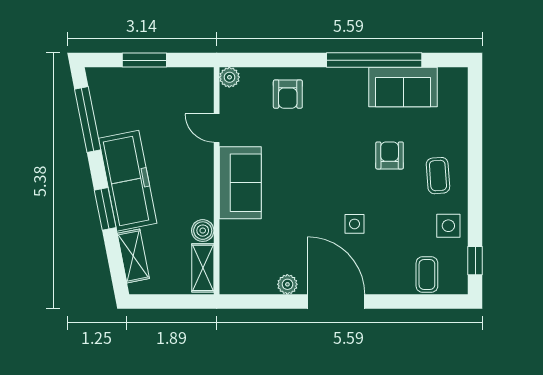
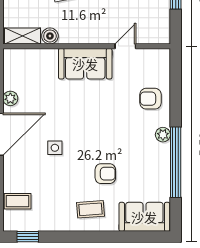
plant: (229, 77) -> (163, 135), moved
sofa: (403, 87) -> (144, 217), moved, turned 90
side table: (448, 226) -> (54, 217), removed

